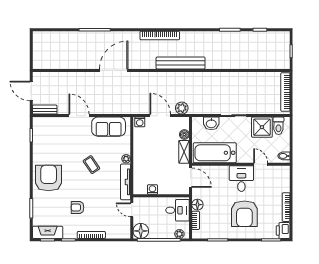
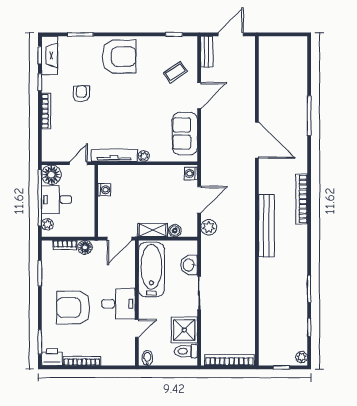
plant: (283, 36) -> (302, 357), added
coffee table: (91, 165) -> (175, 72), moved
desk: (178, 210) -> (57, 200), moved, turned 90

